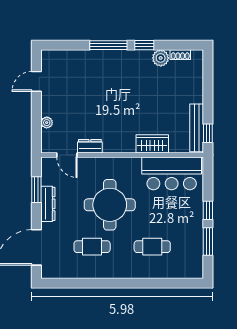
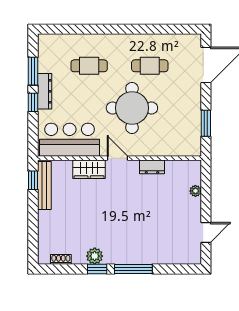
plant: (161, 58) -> (95, 256), moved
door: (67, 155) -> (117, 158), moved
dresser: (48, 204) -> (45, 91), moved, turned 180

